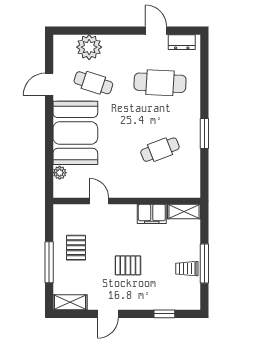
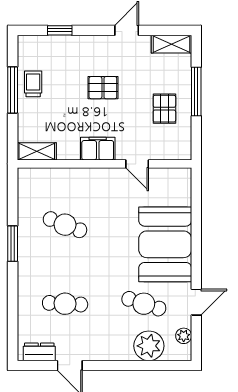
cafe table: (160, 83) -> (65, 304), width x0.73, depth x0.74
cafe table: (160, 150) -> (65, 225), turned 42
plant: (60, 173) -> (184, 336), moved
filing cabinet: (152, 214) -> (98, 149), moved
trolley: (187, 269) -> (33, 84), turned -90

